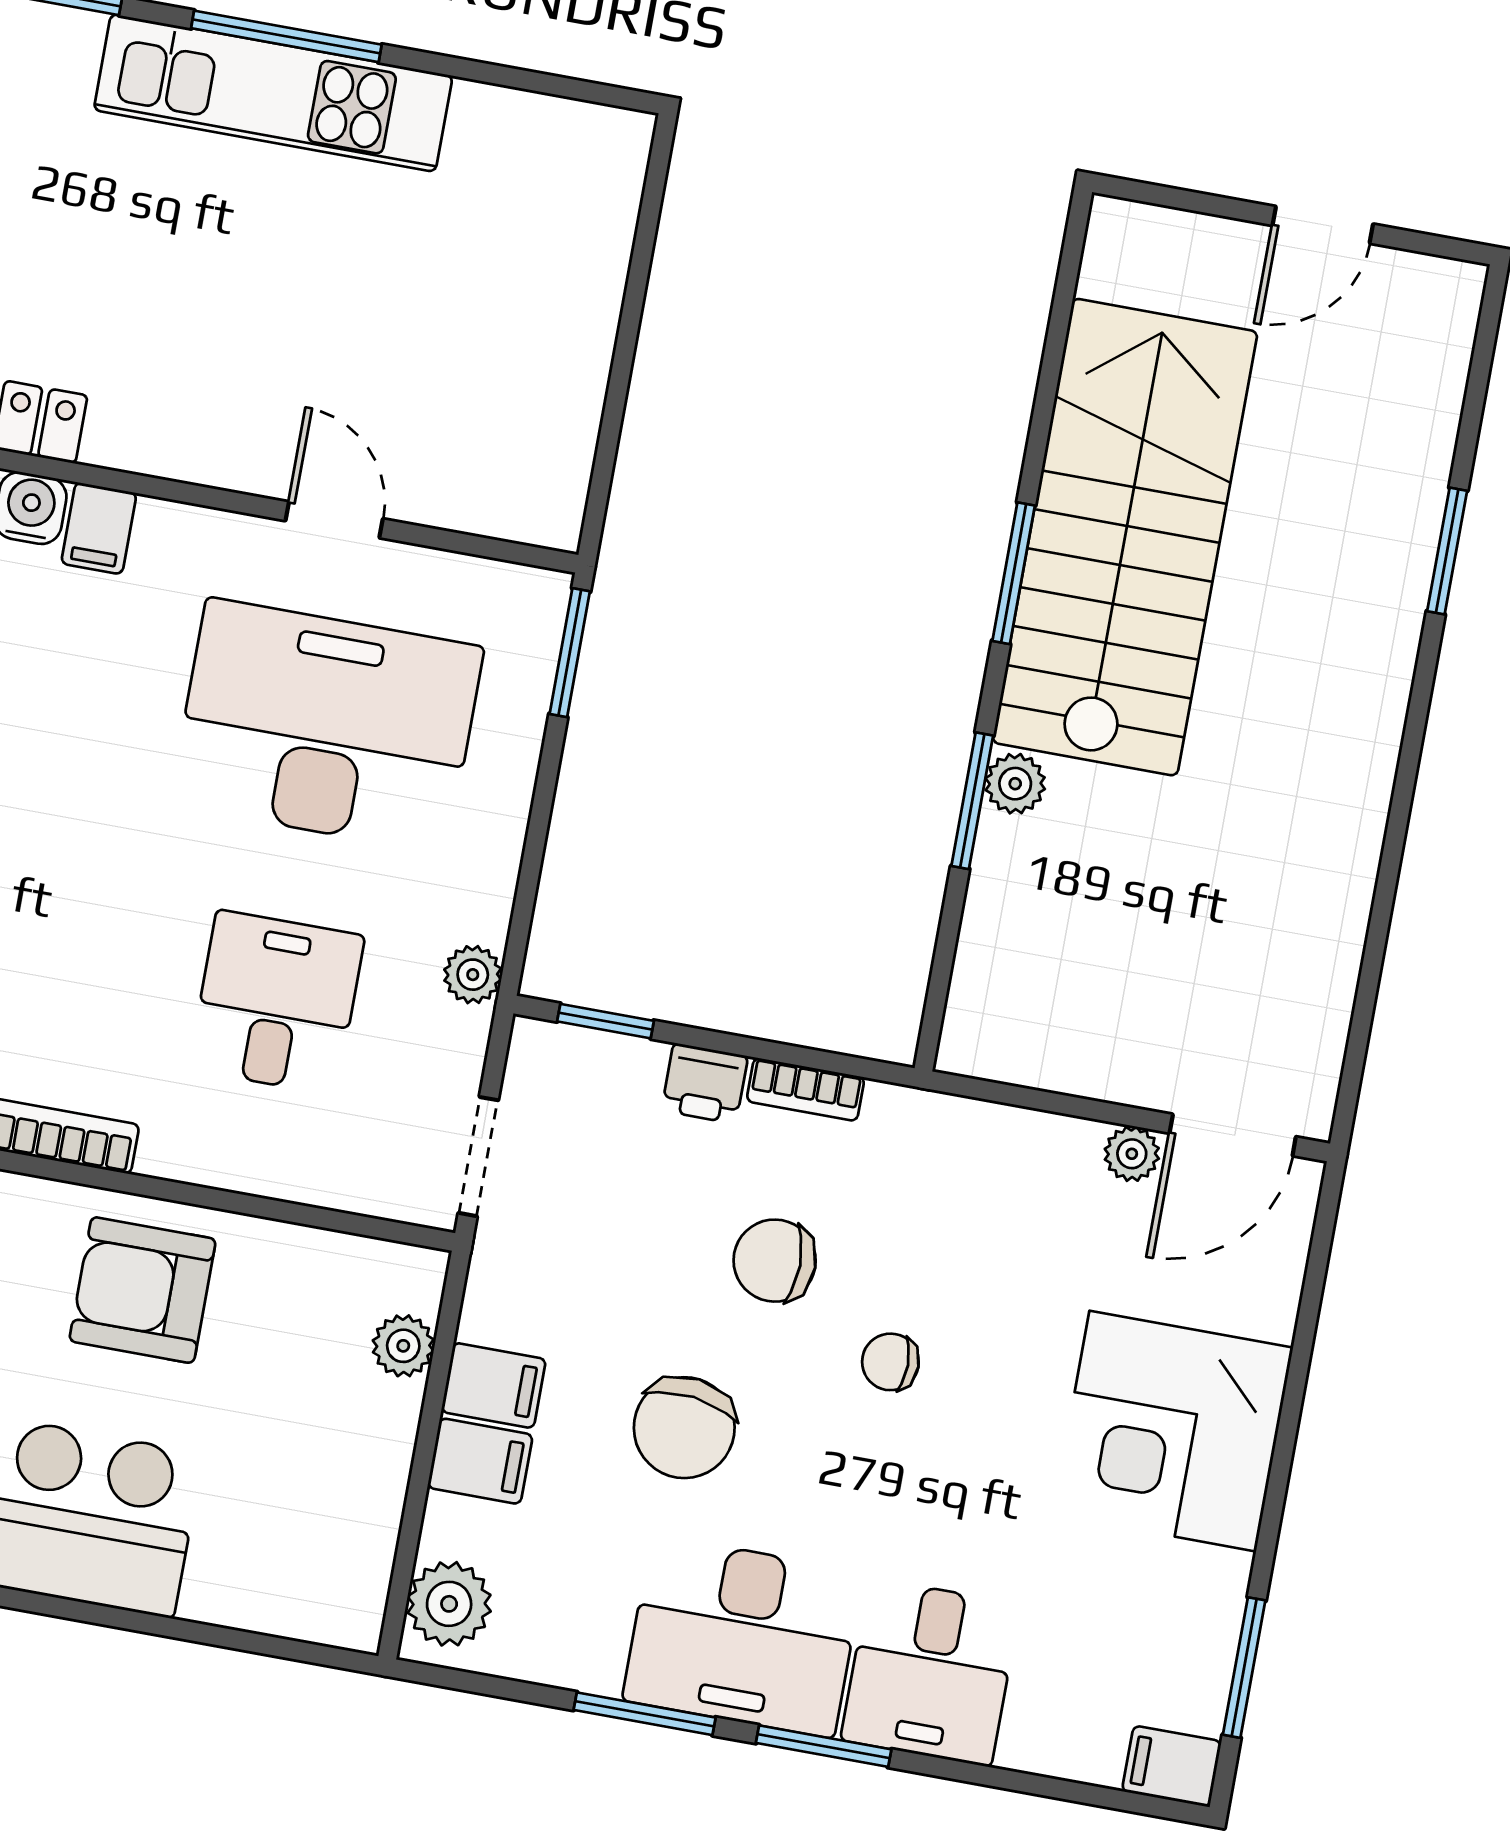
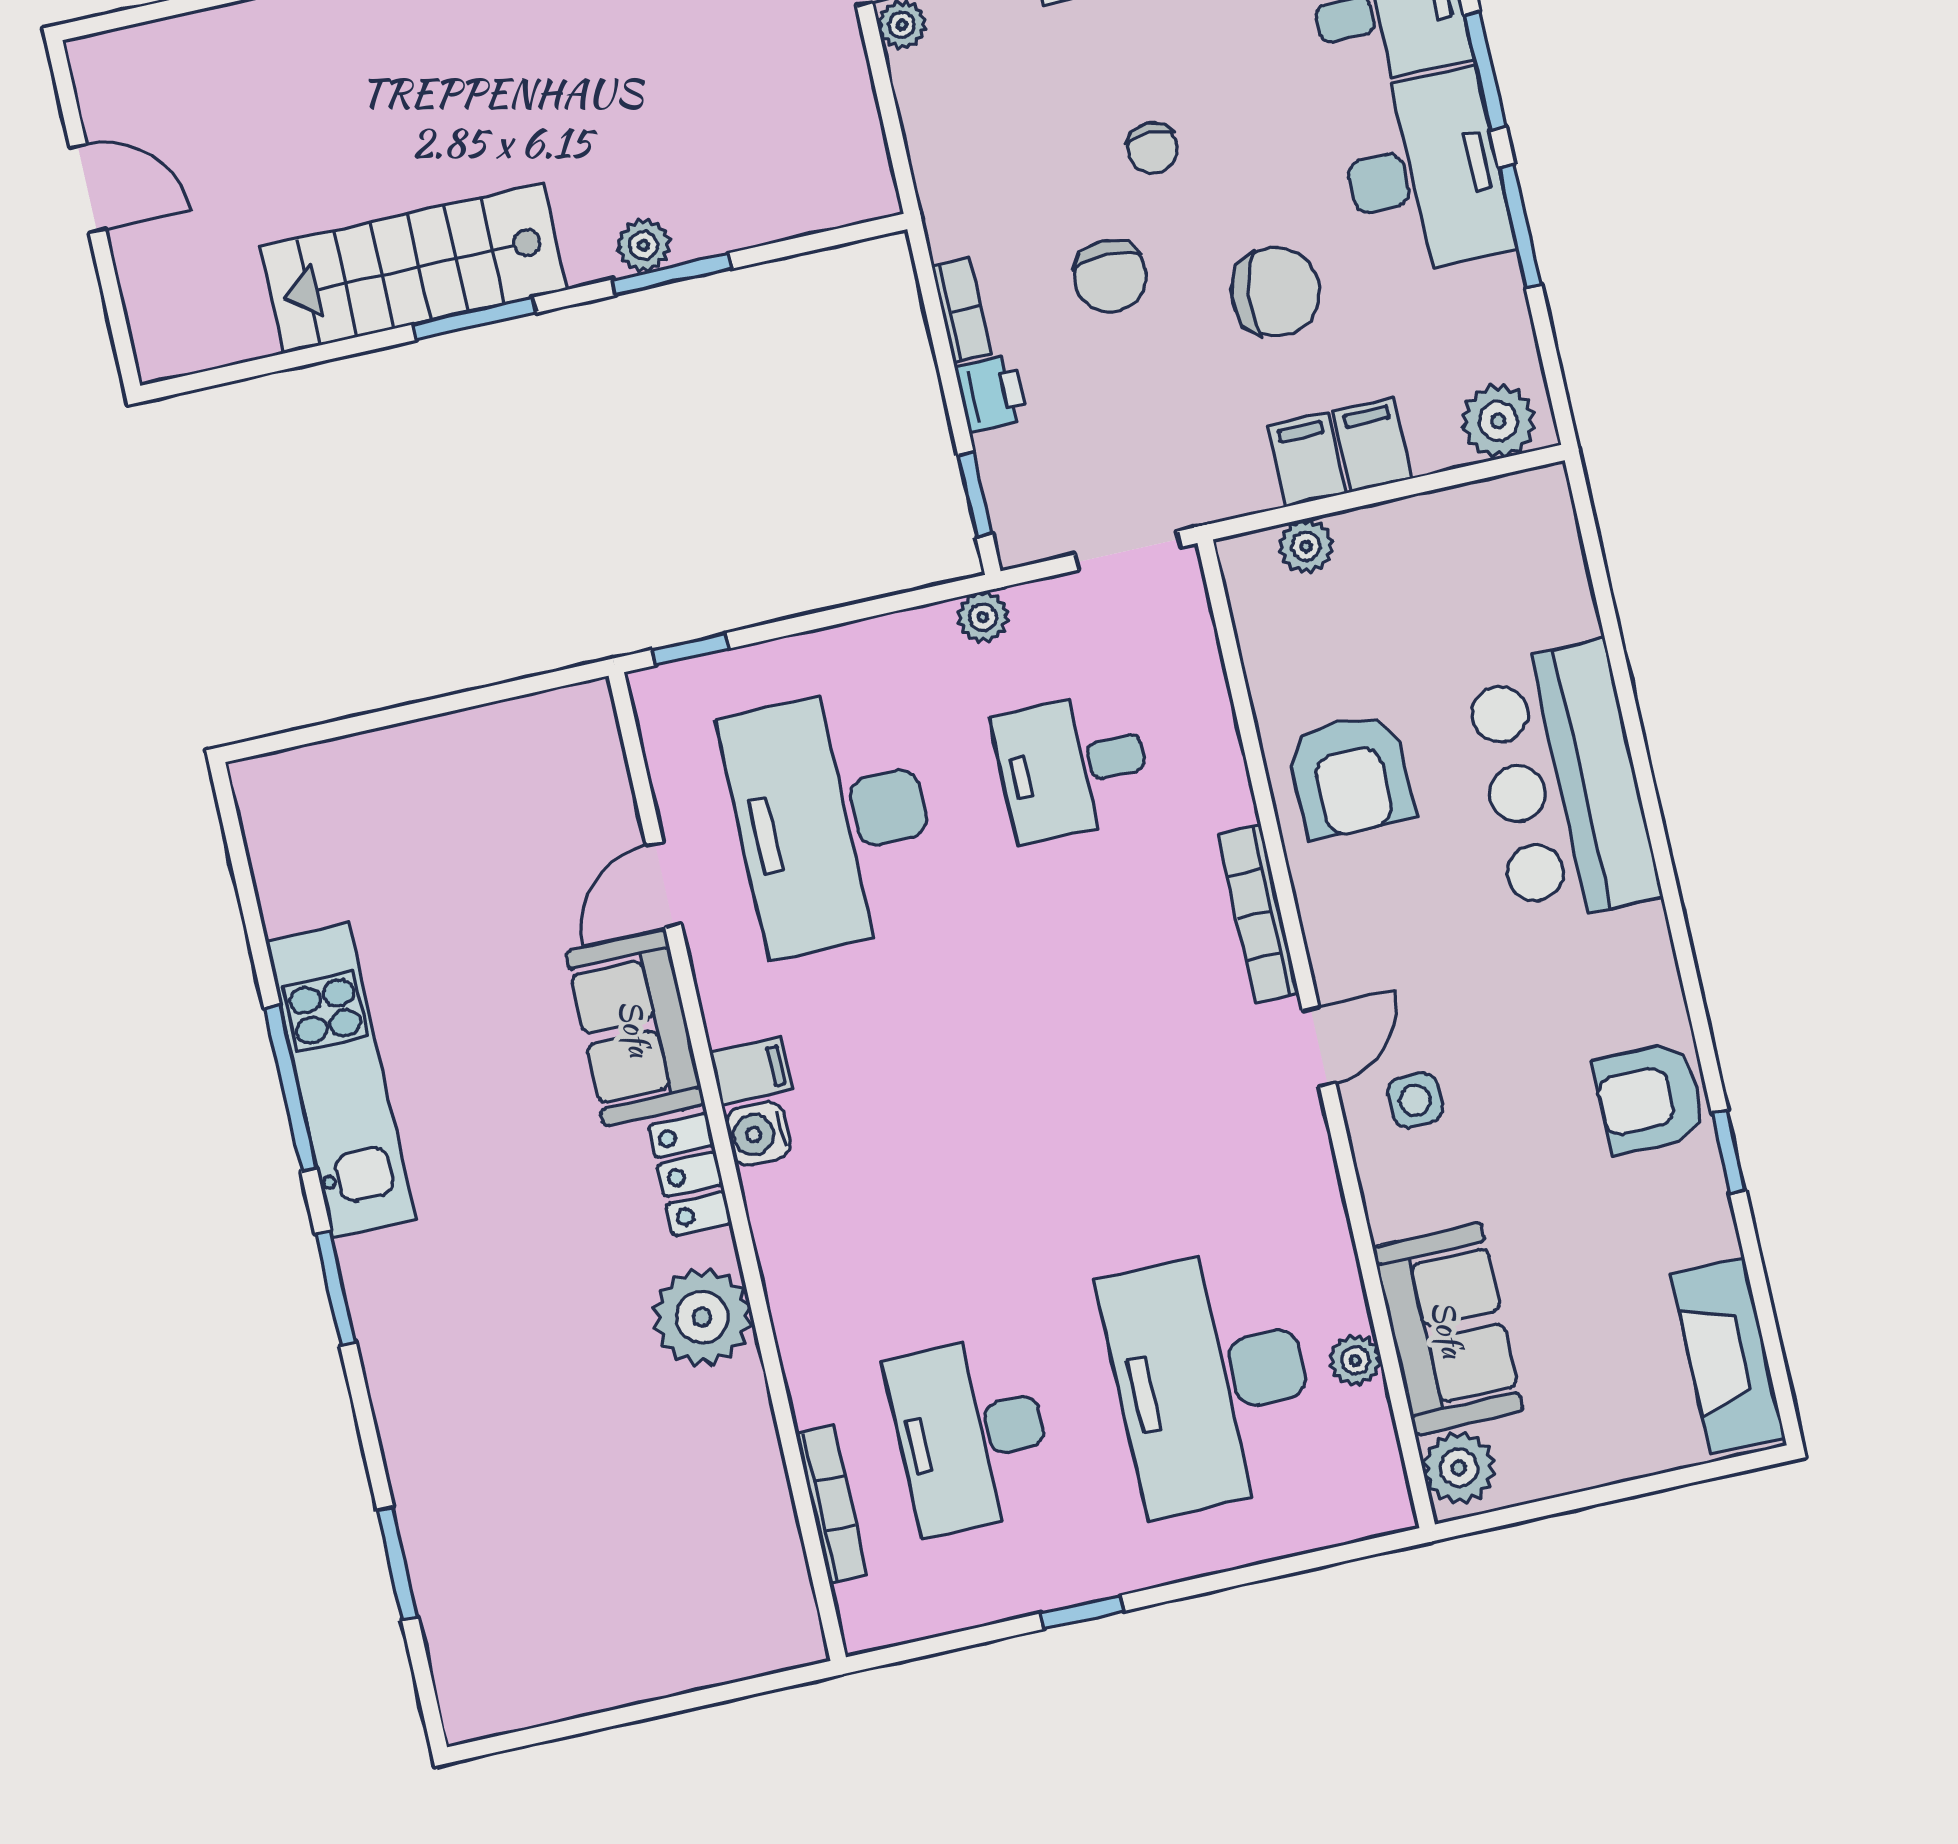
sofa: (196, 425) -> (635, 1028), added
stairs: (1125, 537) -> (413, 268), width x0.73, depth x0.66
window: (570, 653) -> (690, 649), width x0.67

